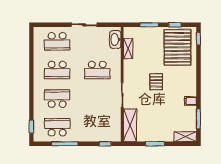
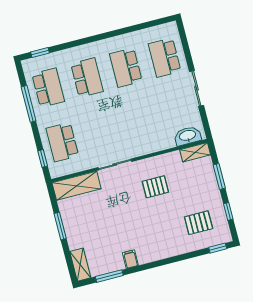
pallet: (177, 47) -> (199, 223), width x0.49, depth x0.50
shelving: (128, 49) -> (195, 152), moved
school desk: (97, 70) -> (62, 142), moved
pallet: (156, 82) -> (155, 187), moved

